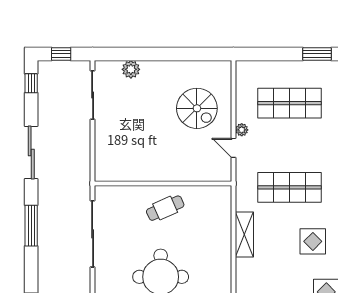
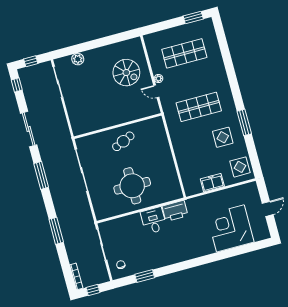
shelving: (244, 234) -> (178, 145), removed

